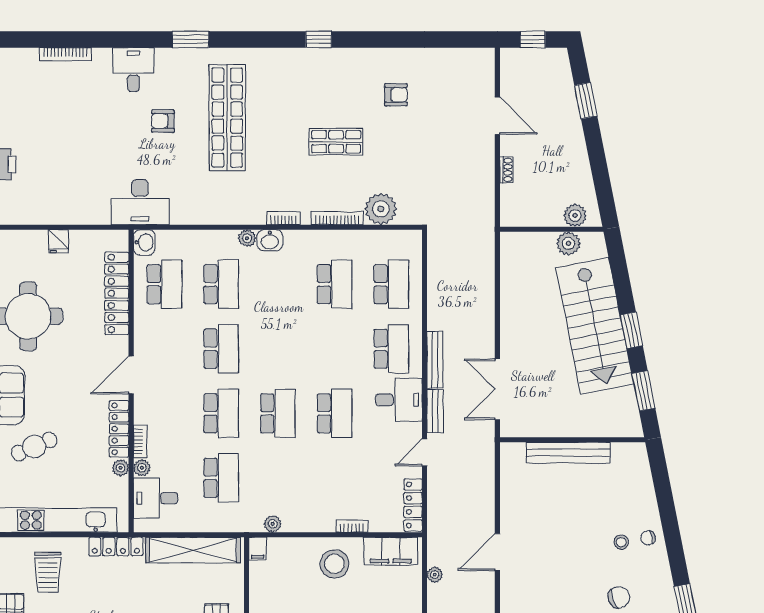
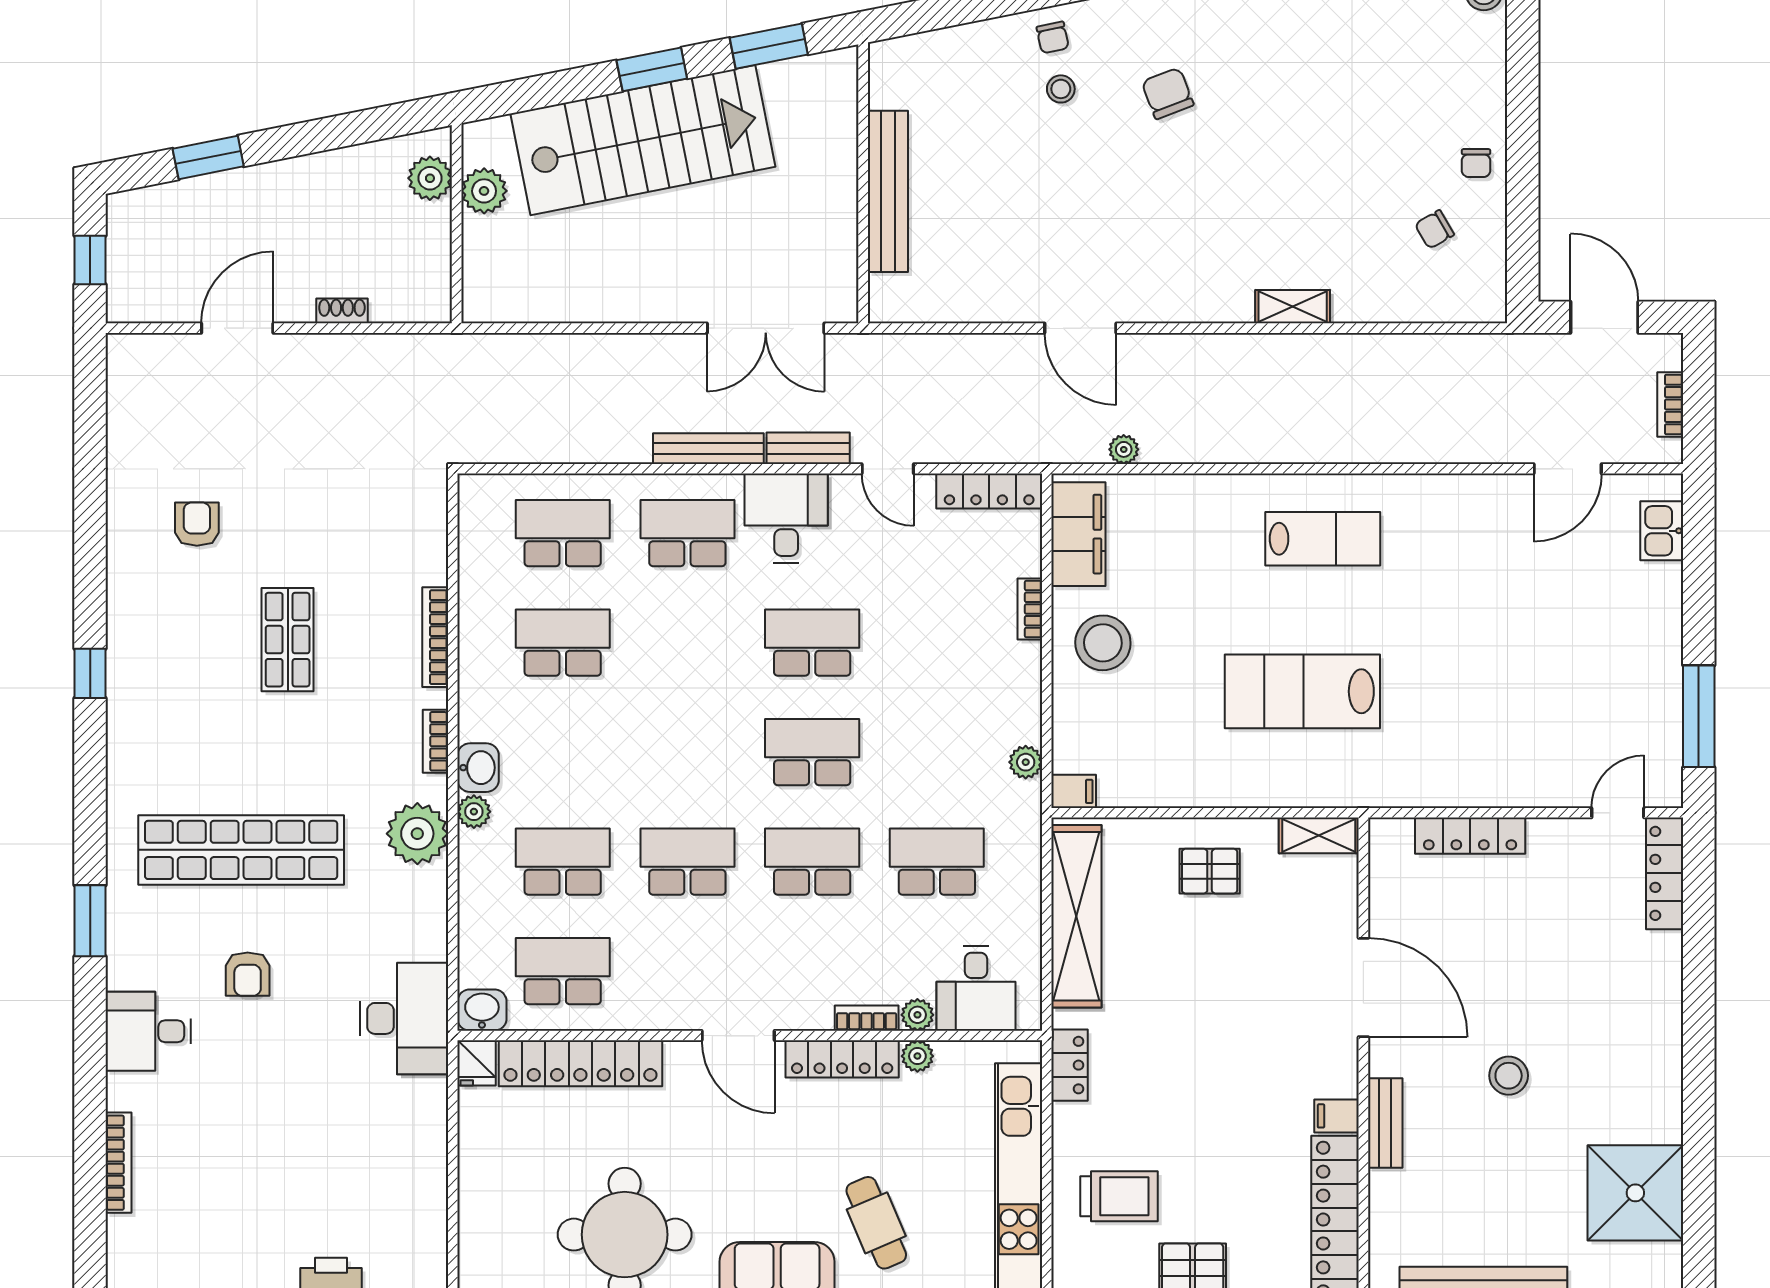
plant: (381, 209) -> (417, 834), moved
fridge: (58, 241) -> (477, 1063), moved, turned 90
locker: (116, 547) -> (1069, 1065), width x0.66

